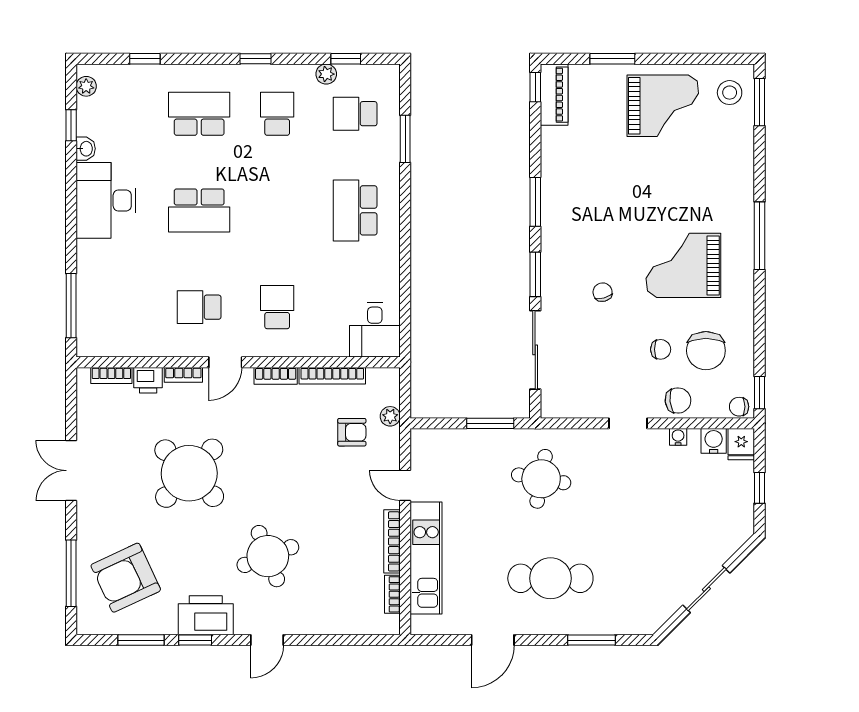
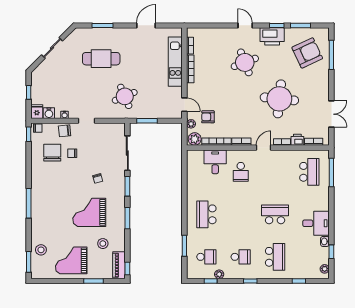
stool: (730, 93) -> (41, 250), moved
school desk: (199, 114) -> (275, 257), turned -90
school desk: (277, 114) -> (241, 257), turned -90
stool: (591, 144) -> (103, 244), added
desk: (106, 200) -> (316, 223), width x0.73
school desk: (355, 210) -> (206, 214), turned 180
grand piano: (683, 265) -> (89, 212), moved, turned 180
school desk: (199, 307) -> (309, 172), moved, width x1.85
desk: (375, 330) -> (215, 162), moved
plant: (382, 382) -> (195, 139), added
double door: (71, 471) -> (331, 114), moved
round table: (189, 473) -> (279, 99), turned -38
round table: (541, 479) -> (125, 96), turned -33
door: (405, 485) -> (184, 105), moved
cafe table: (550, 578) -> (101, 59), moved
door: (267, 640) -> (245, 25), hinge flipped

